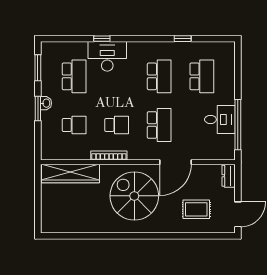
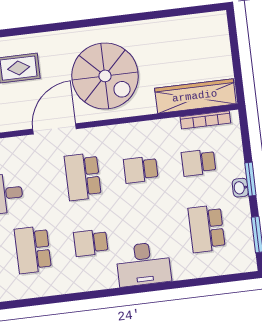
window: (102, 39) -> (175, 285), removed
window: (183, 39) -> (65, 298), removed
desk: (107, 56) -> (143, 264), moved
school desk: (159, 76) -> (91, 243), width x0.54
bookcase: (109, 155) -> (205, 120), moved

